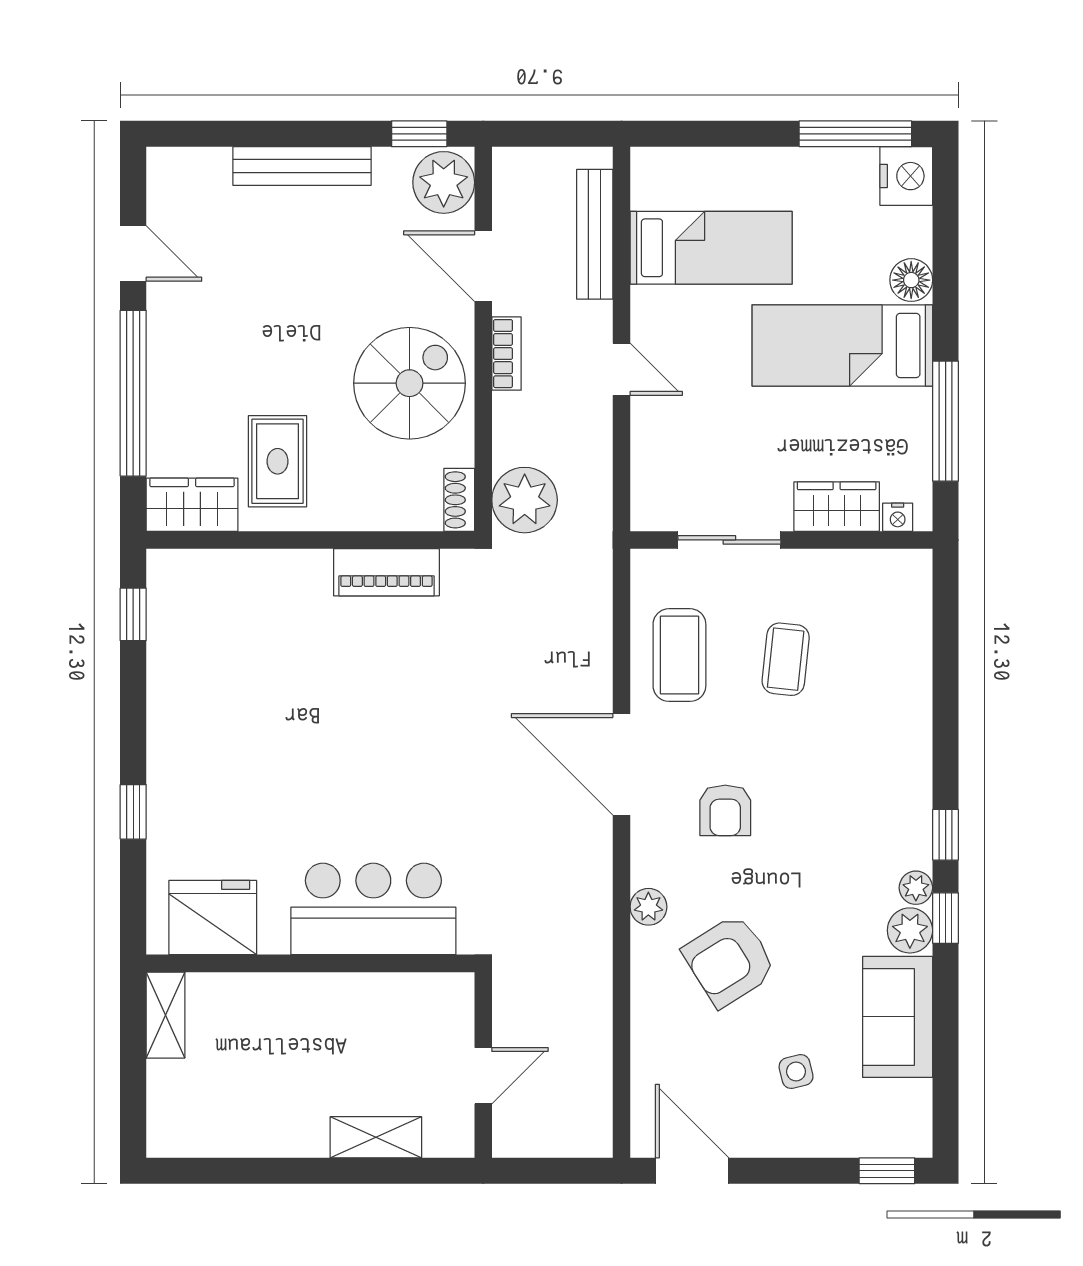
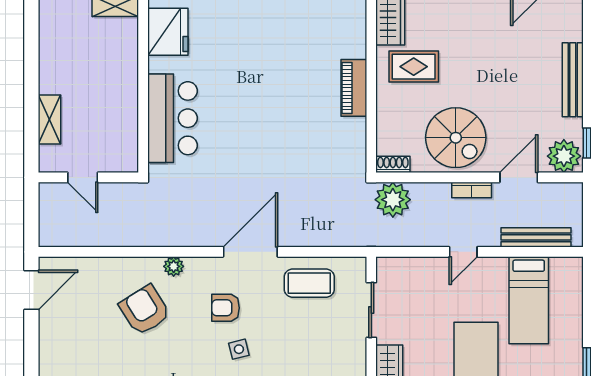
piano: (386, 572) -> (354, 88), moved
coffee table: (786, 659) -> (307, 340), removed
side table: (796, 1072) -> (239, 349), moved

